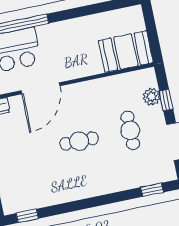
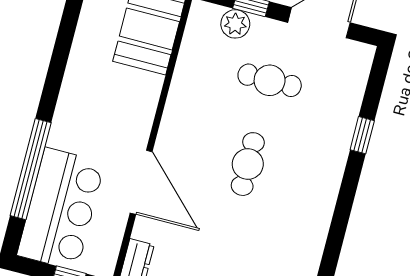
window: (152, 190) -> (362, 135), moved

